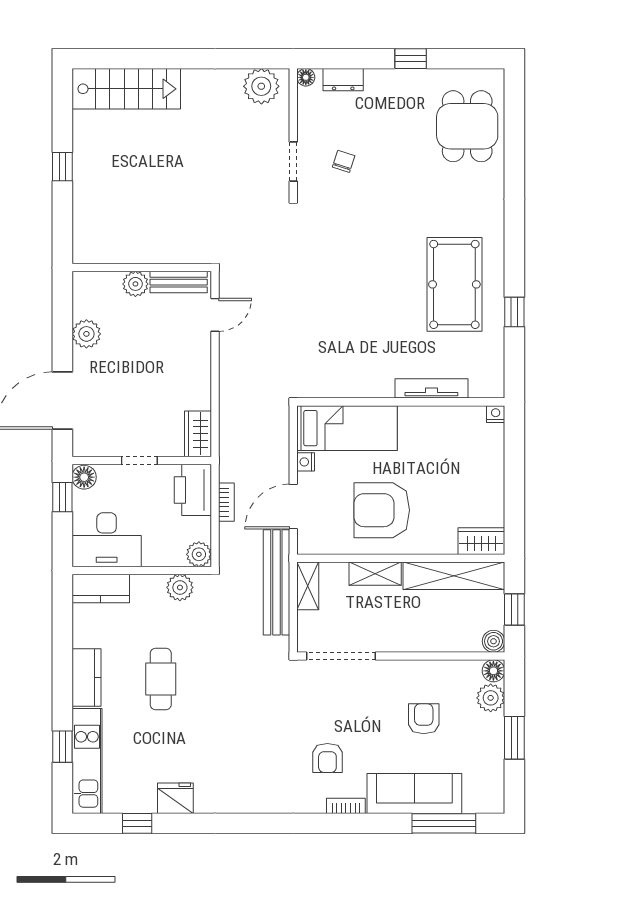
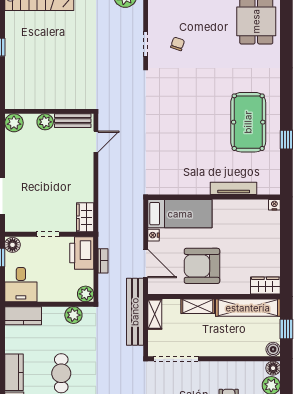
plant: (86, 334) -> (14, 123), moved
door: (293, 507) -> (146, 264), swing flipped
desk: (107, 540) -> (21, 285), width x0.73

